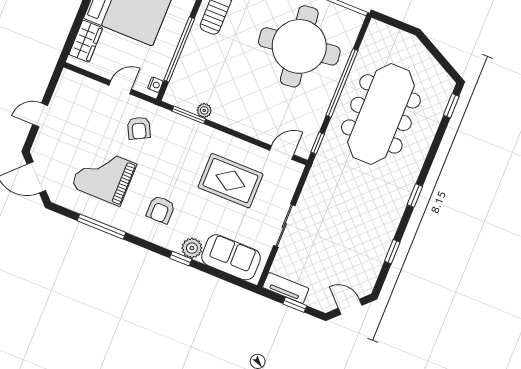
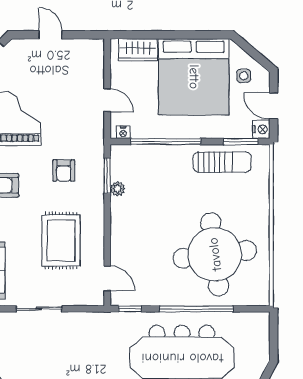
armchair: (139, 128) -> (64, 170), moved, turned -63

